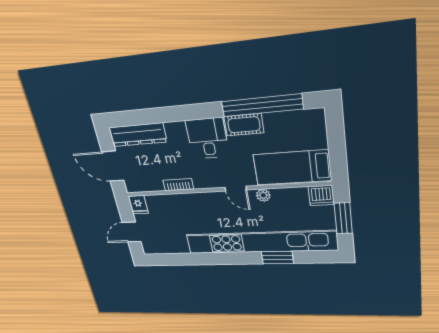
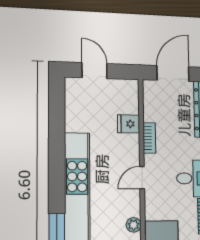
door: (236, 189) -> (142, 178), moved
fridge: (138, 205) -> (129, 124), moved

